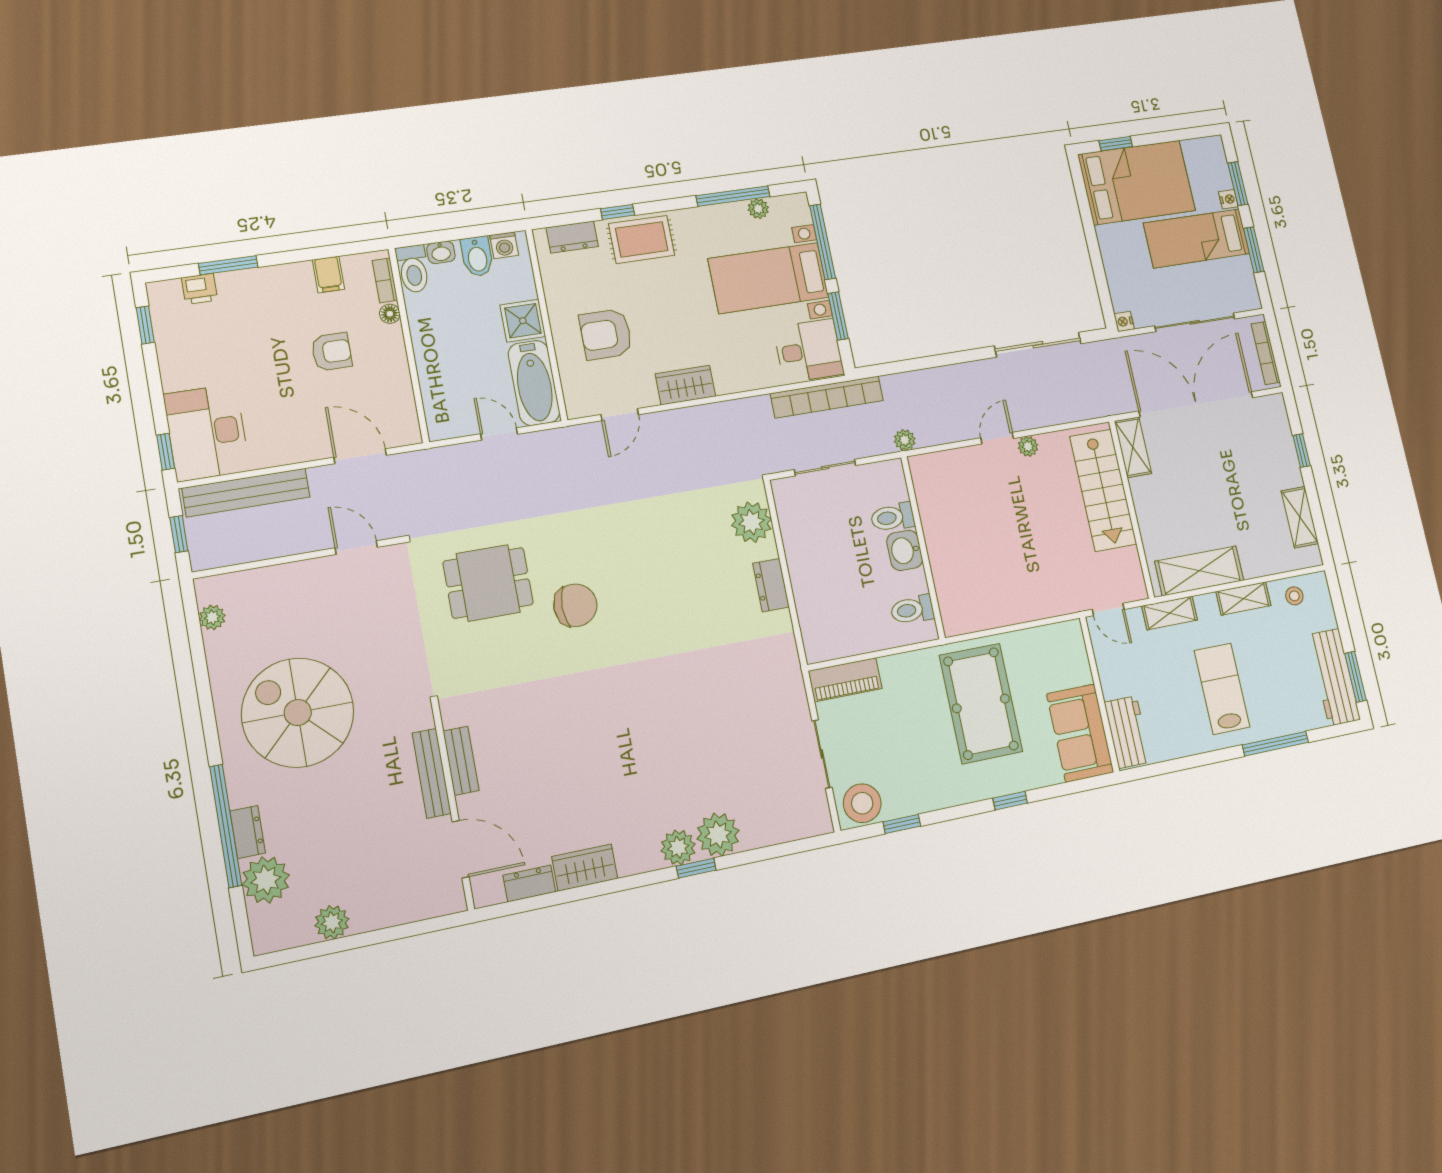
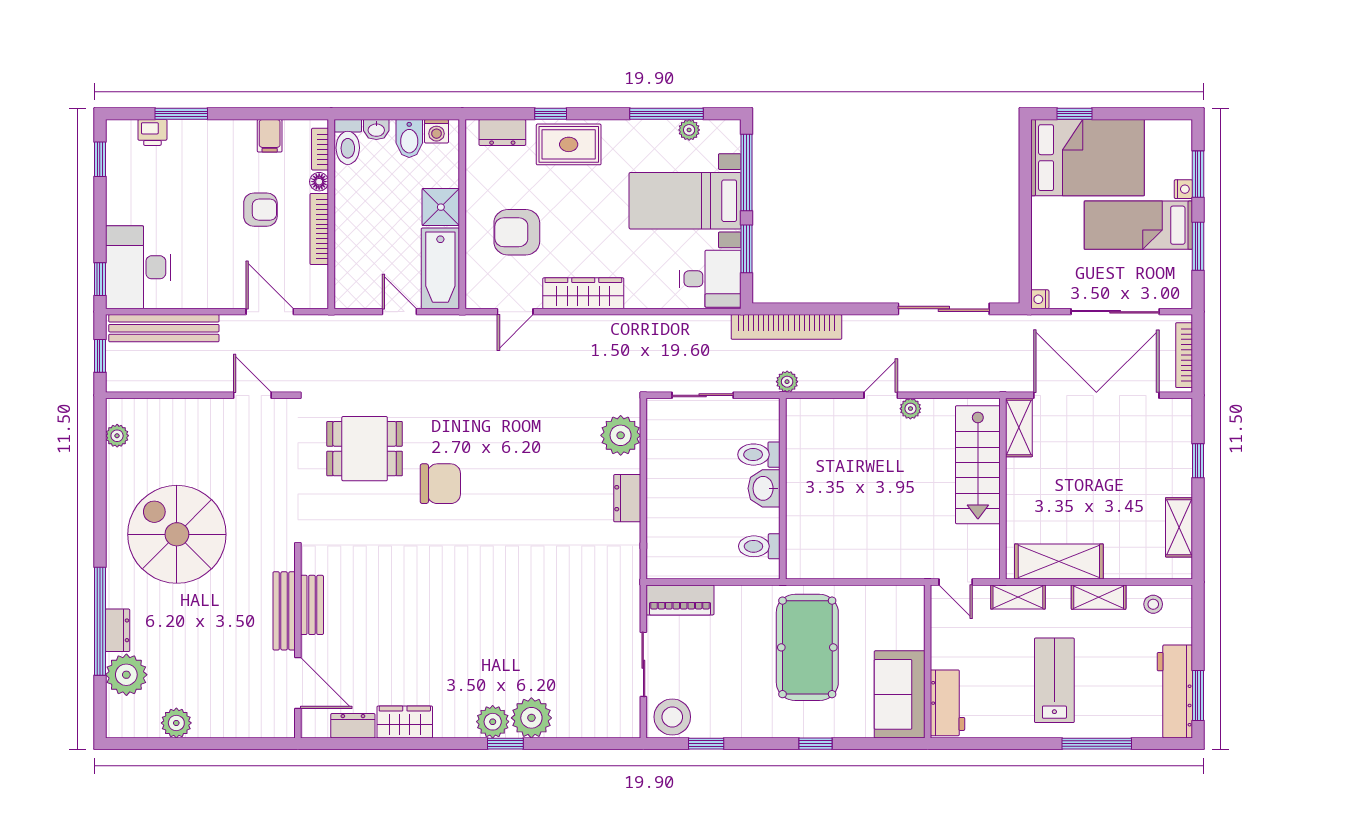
bookcase: (399, 362) -> (319, 229), added
wardrobe: (685, 385) -> (583, 293), width x1.50
bookcase: (827, 397) -> (786, 327), moved

